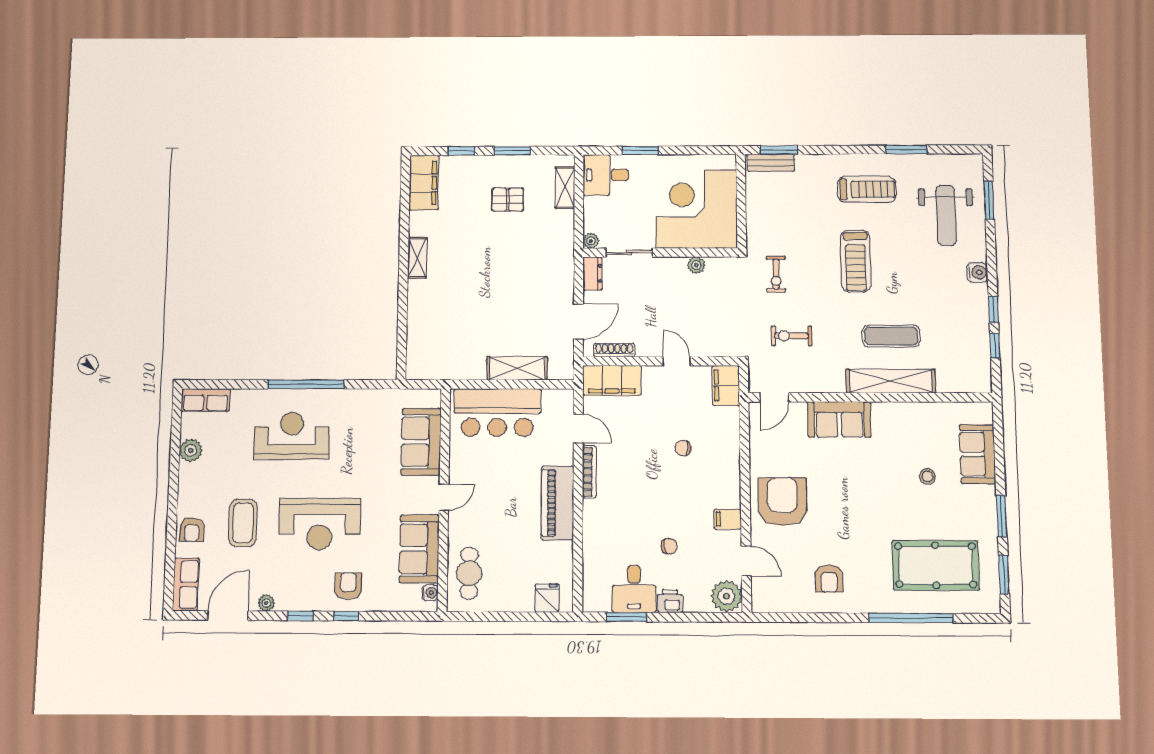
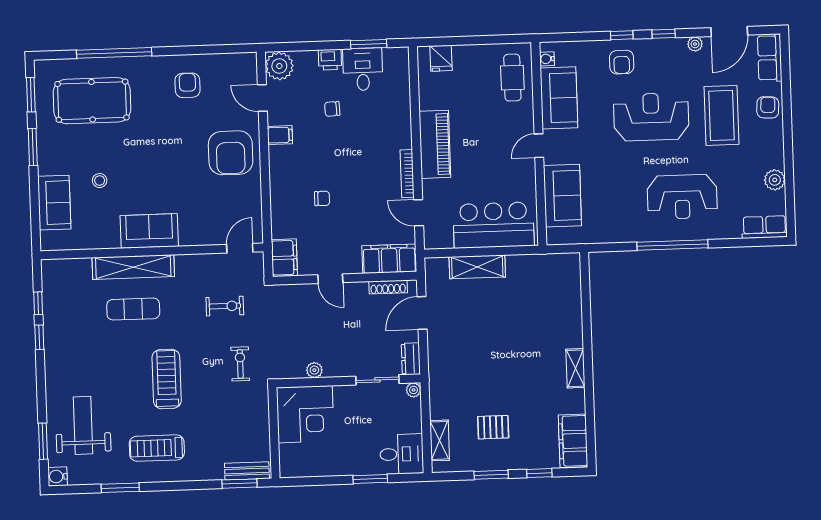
corner desk: (697, 209) -> (305, 414), width x0.74, depth x0.74
water cooler: (977, 272) -> (58, 477), moved
sofa: (839, 419) -> (149, 231), moved
coffee table: (243, 523) -> (722, 115), width x1.36, depth x1.32

